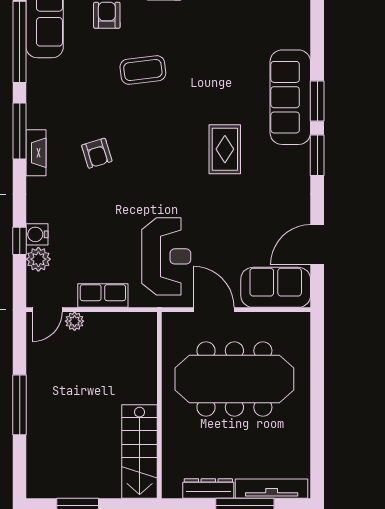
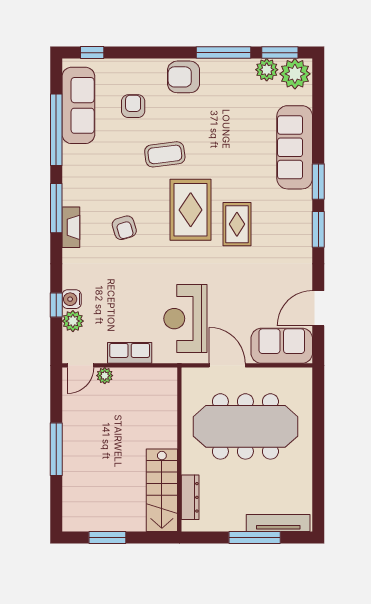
sofa: (290, 97) -> (295, 147), moved
rug: (172, 133) -> (191, 210), added
reception desk: (166, 256) -> (185, 319), turned 180
dresser: (208, 489) -> (190, 497), moved, turned 90

